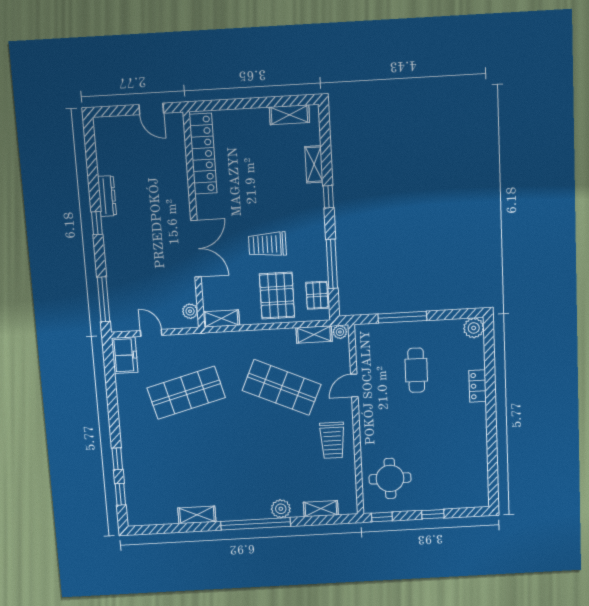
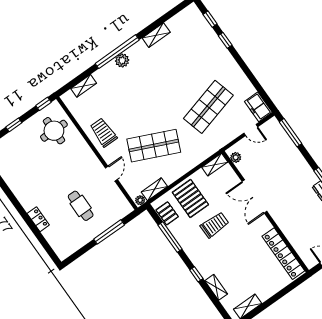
plant: (474, 328) -> (63, 252), removed
plant: (281, 509) -> (122, 61), moved

